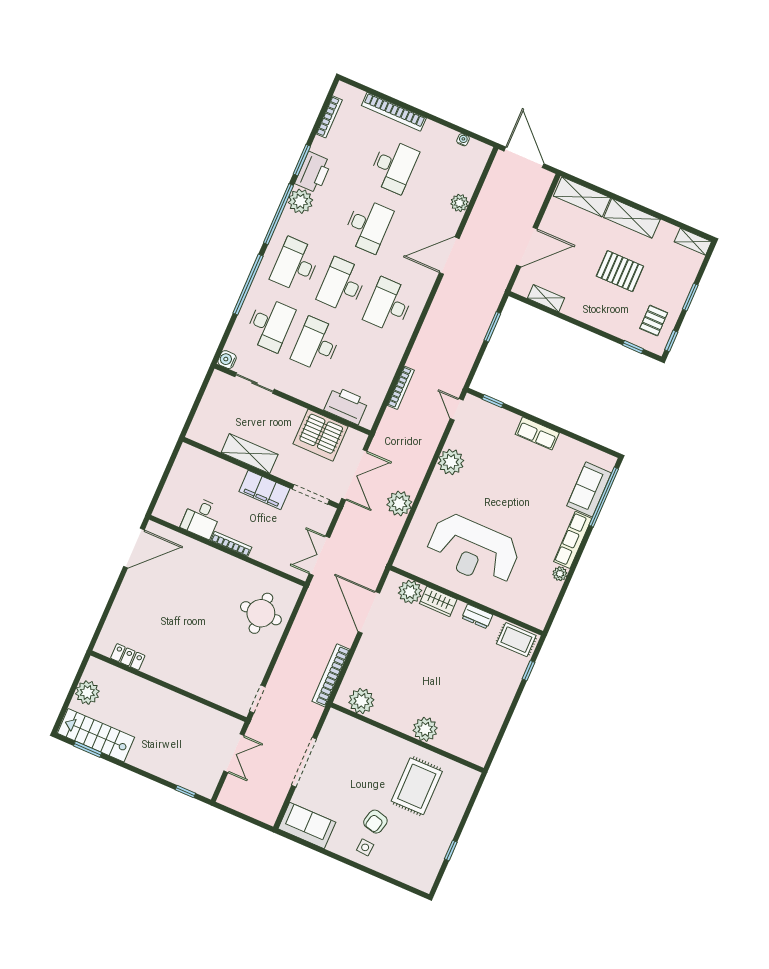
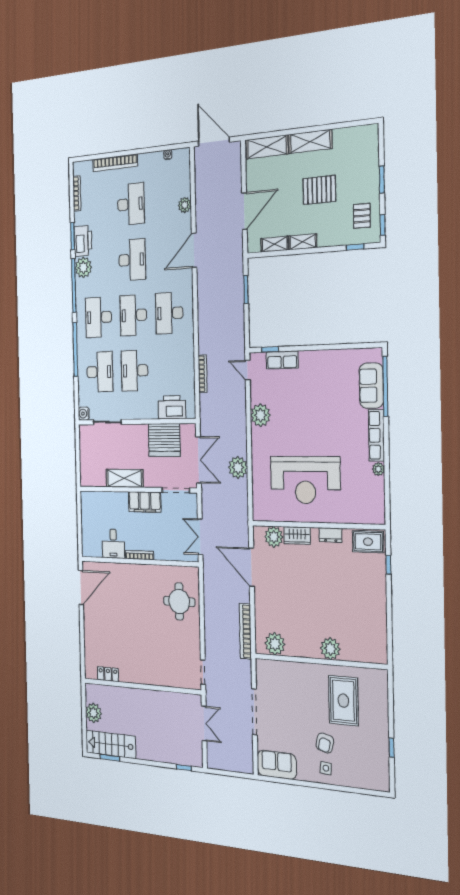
shelving: (693, 242) -> (303, 242), moved
row of seats: (537, 433) -> (282, 360), moved

